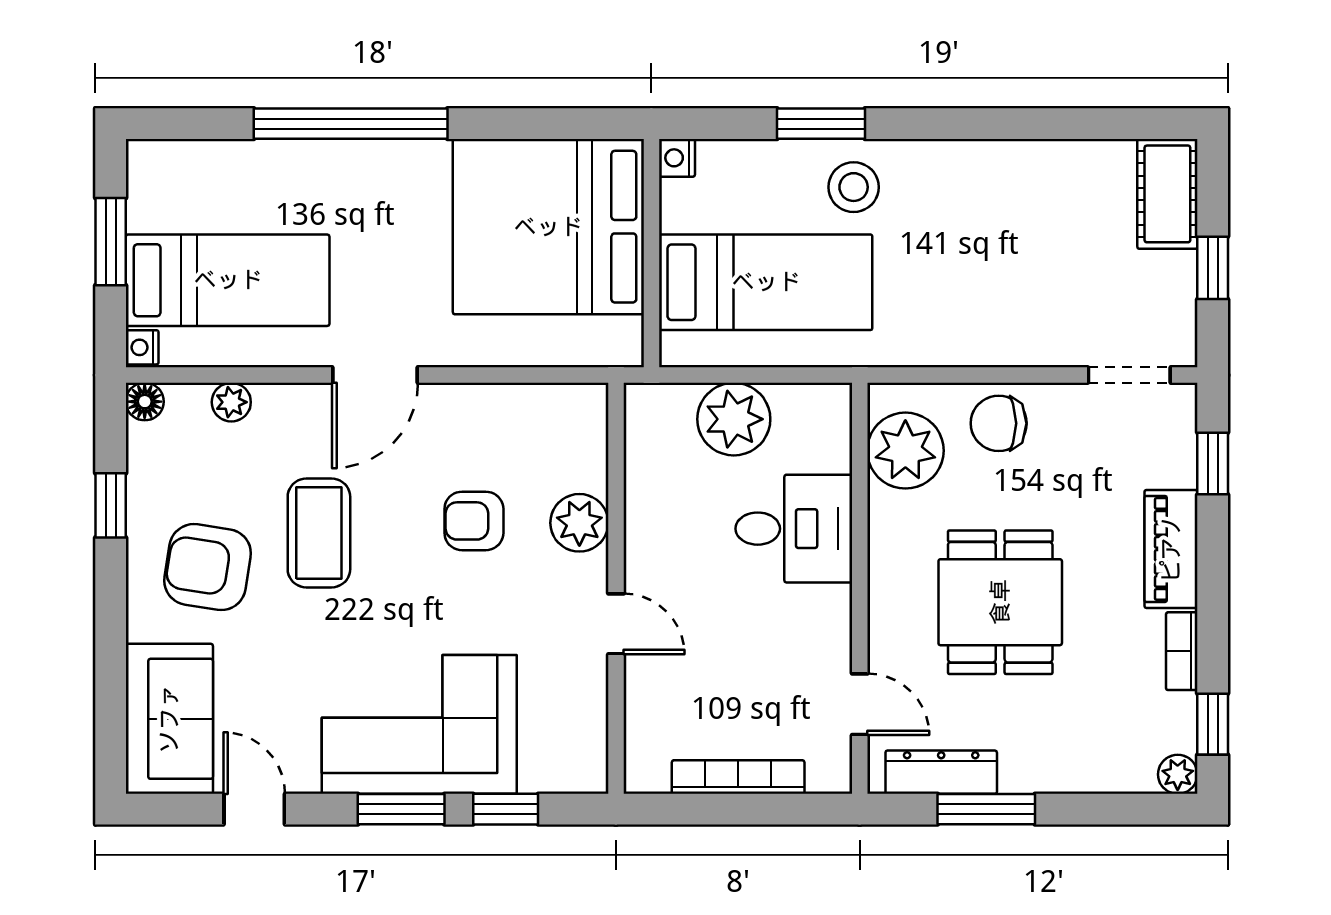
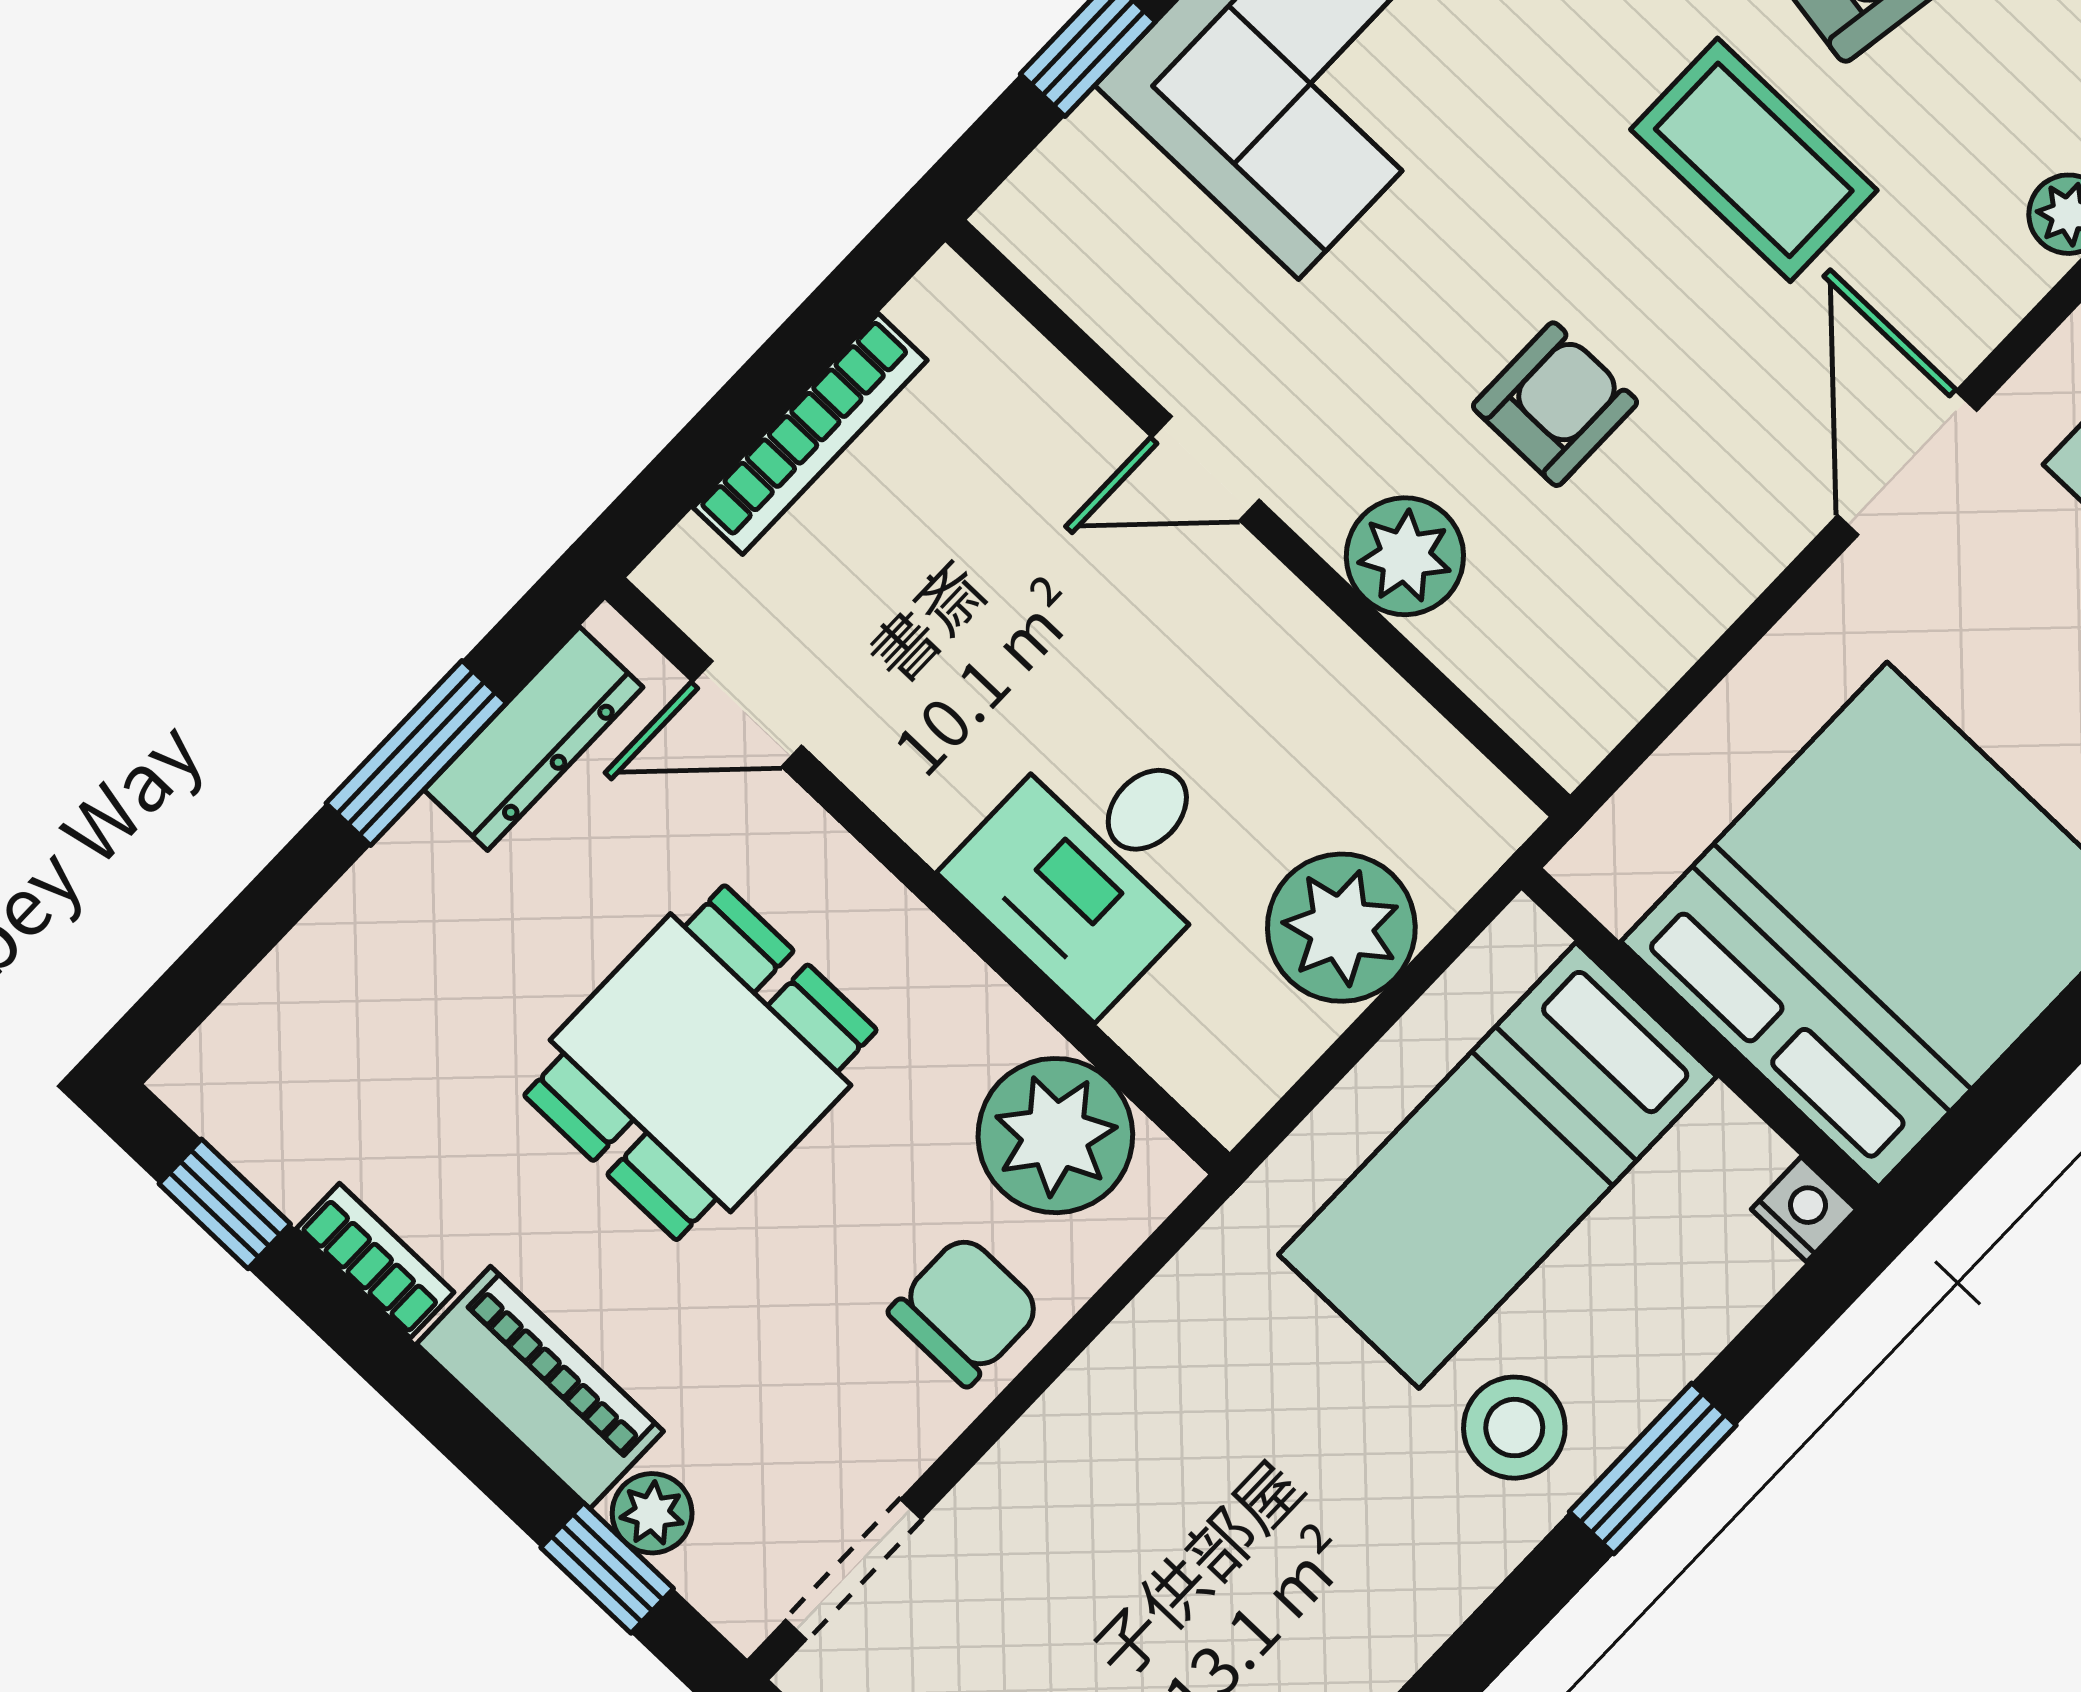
dining table: (1000, 602) -> (700, 1063), turned 90
plant: (1178, 774) -> (652, 1513), moved

